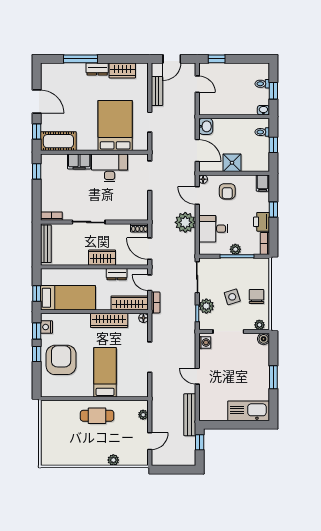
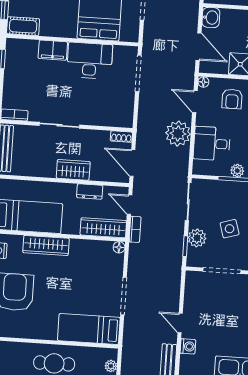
cot: (58, 141) -> (23, 26), width x0.73, depth x0.75
wardrobe: (109, 320) -> (46, 246), moved
washing machine: (205, 343) -> (188, 346), moved
bed: (105, 372) -> (89, 329), moved, turned -90

